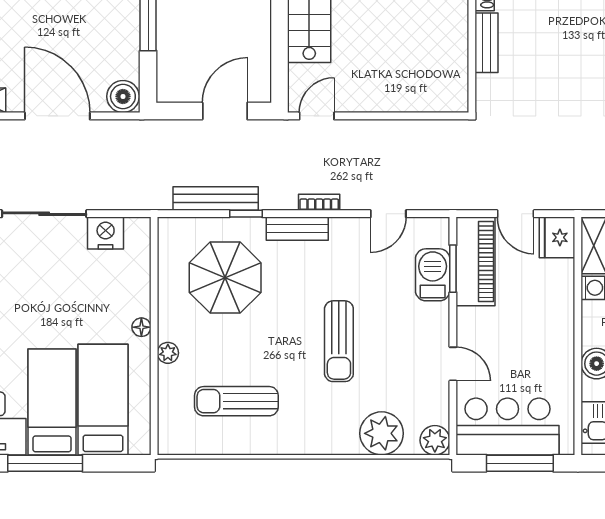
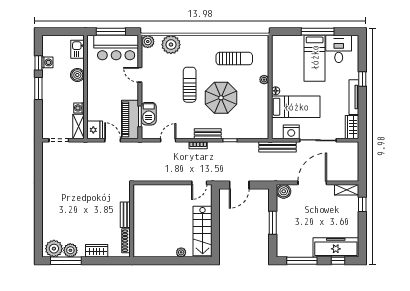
door: (57, 116) -> (312, 183), swing flipped
bench: (216, 199) -> (277, 147), moved
parasol: (225, 278) -> (221, 98), moved
bed: (103, 400) -> (296, 107), moved, turned -90

